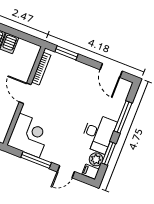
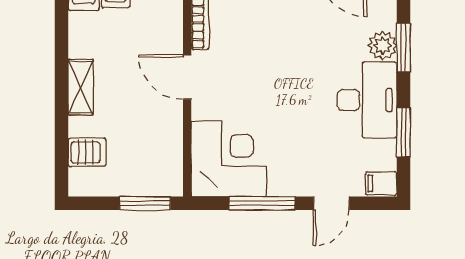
window: (123, 117) -> (404, 48), width x0.69
plant: (96, 159) -> (382, 45), moved

